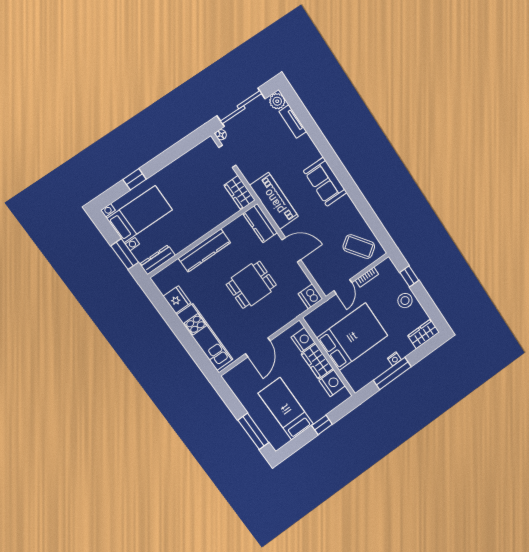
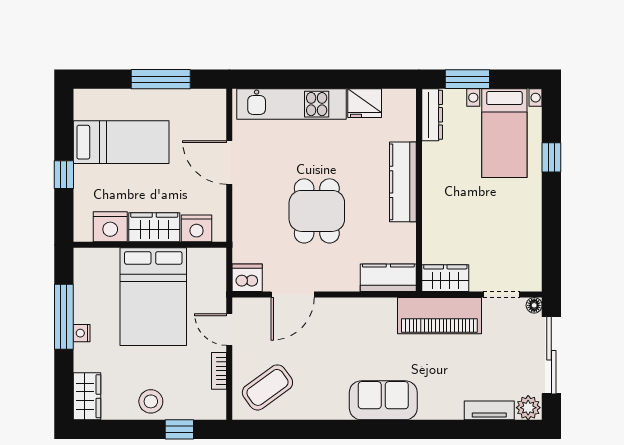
piano: (274, 201) -> (439, 316), moved
door: (291, 250) -> (293, 295), moved
window: (253, 431) -> (161, 79), moved

